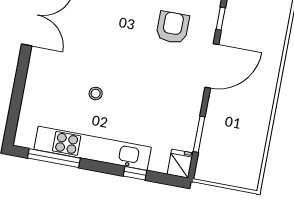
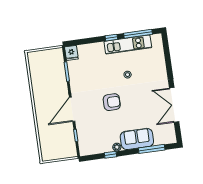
armchair: (173, 27) -> (112, 102), moved, turned -90
kitchen unit: (93, 148) -> (128, 44), width x0.73
window: (135, 173) -> (111, 38), moved

